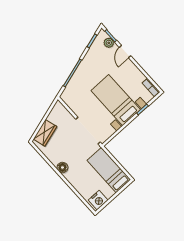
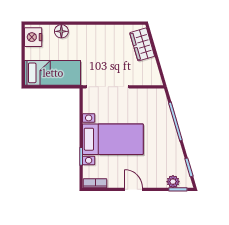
door: (125, 52) -> (134, 189), moved
floor lamp: (62, 167) -> (61, 31), moved

